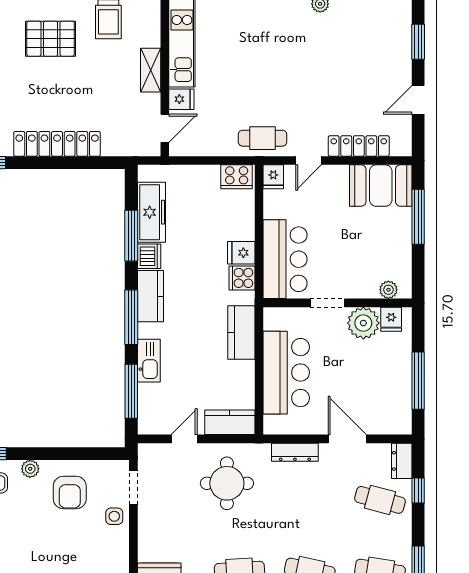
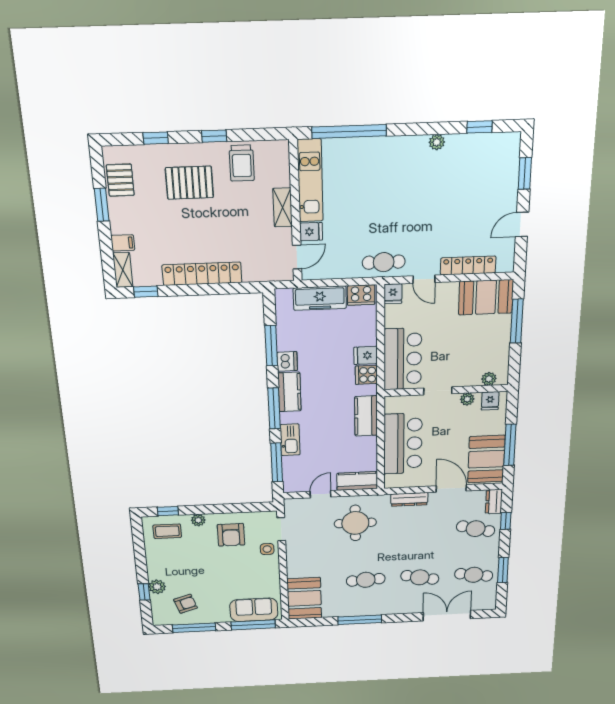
door: (309, 161) -> (424, 279), hinge flipped
freezer: (151, 212) -> (320, 298), moved, turned 90
plant: (363, 323) -> (467, 399), width x0.53, depth x0.53
booth: (390, 399) -> (486, 459), added

